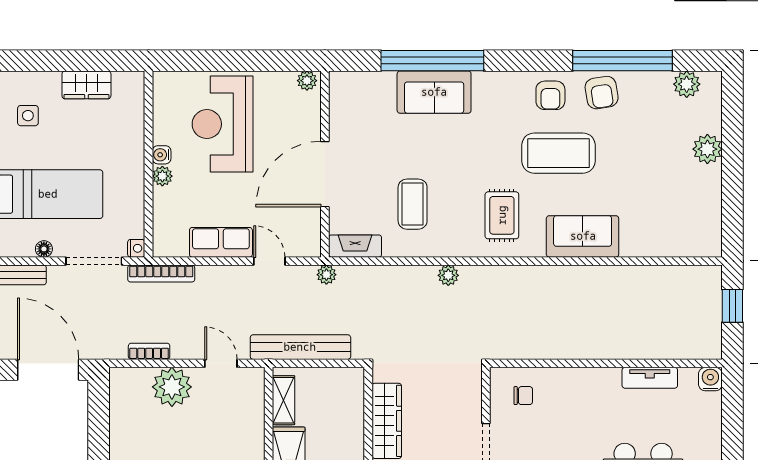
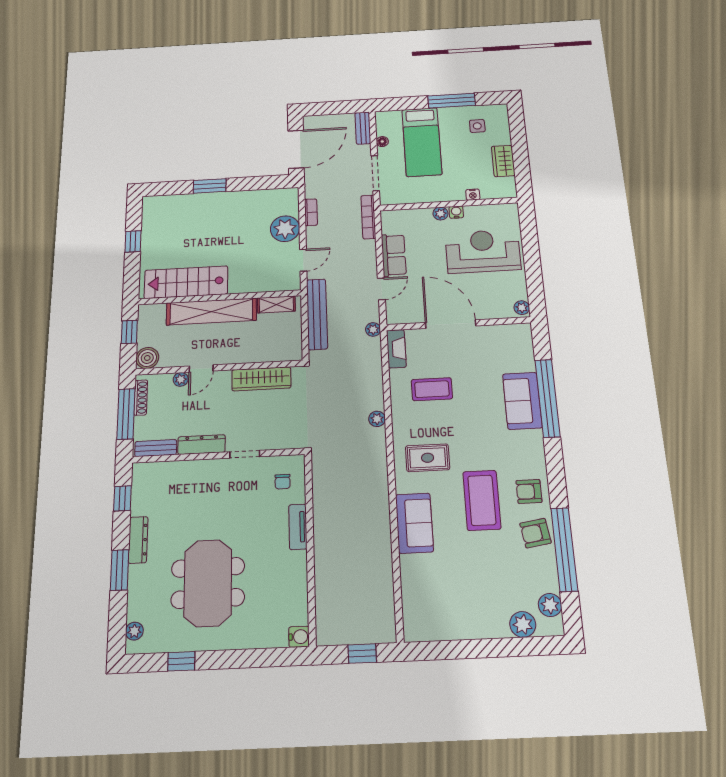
plant: (707, 149) -> (523, 624), moved
nightstand: (136, 248) -> (473, 195), moved
tv unit: (650, 378) -> (298, 527), moved

